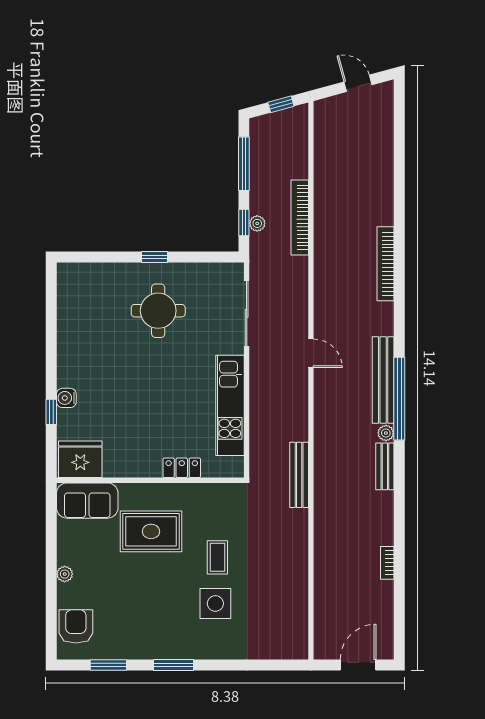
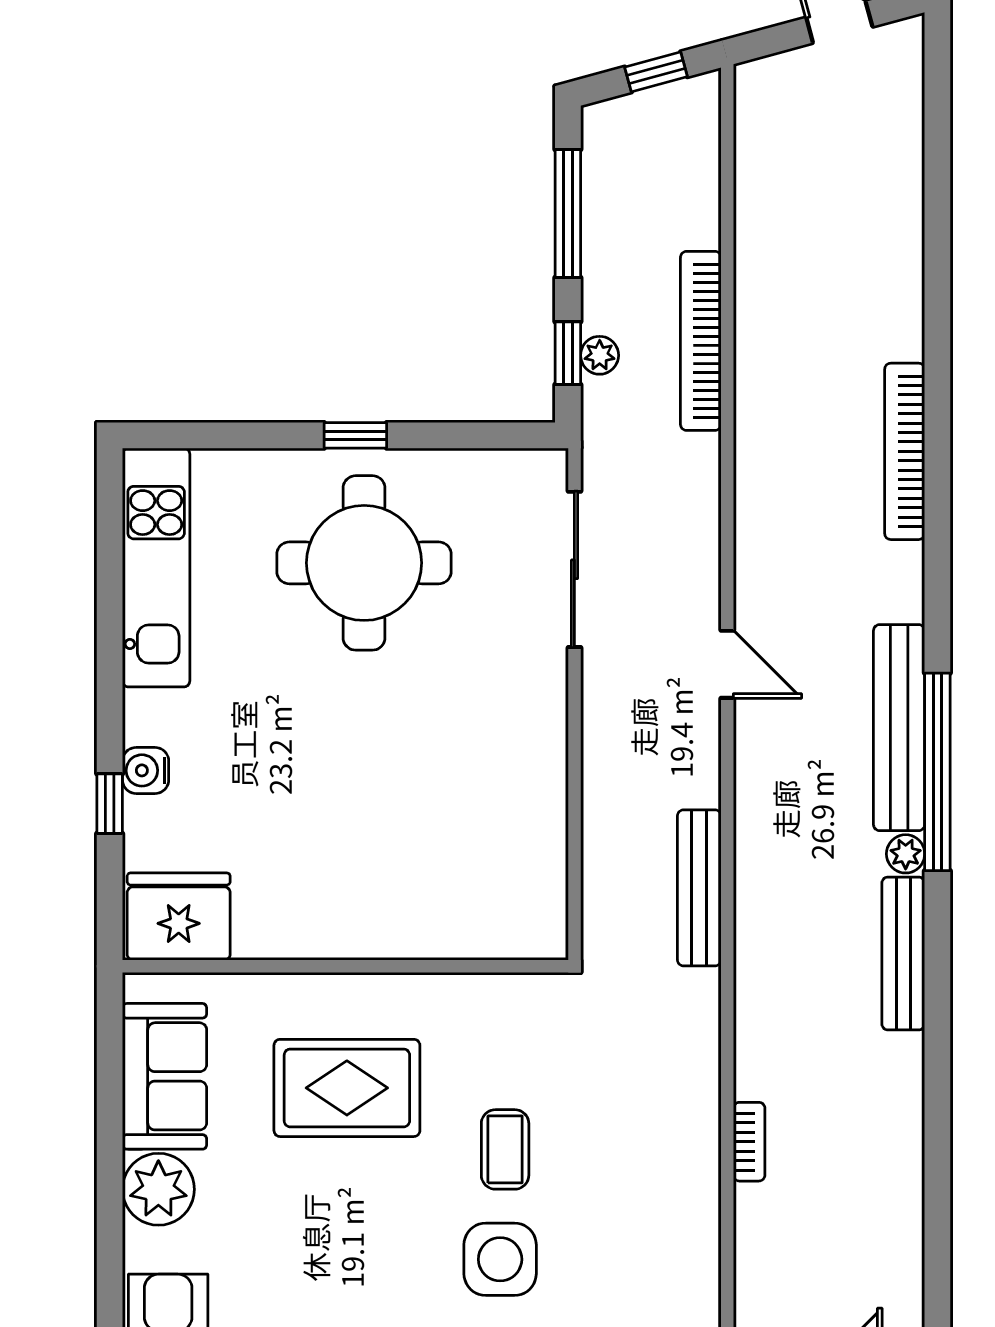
round table: (158, 311) -> (364, 563), width x1.36, depth x1.36
kitchen unit: (230, 405) -> (156, 568), moved, turned 180
bench: (385, 466) -> (903, 954), width x1.36
locker: (182, 468) -> (420, 936), removed
bench: (299, 475) -> (699, 888), moved
sofa: (87, 501) -> (165, 1076), moved, turned -90
bookcase: (387, 563) -> (749, 1142), moved, turned 180
plant: (65, 574) -> (158, 1189), width x1.88, depth x1.88

